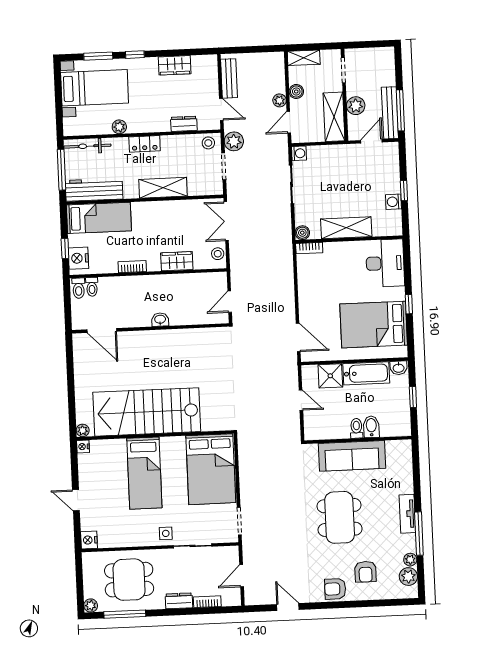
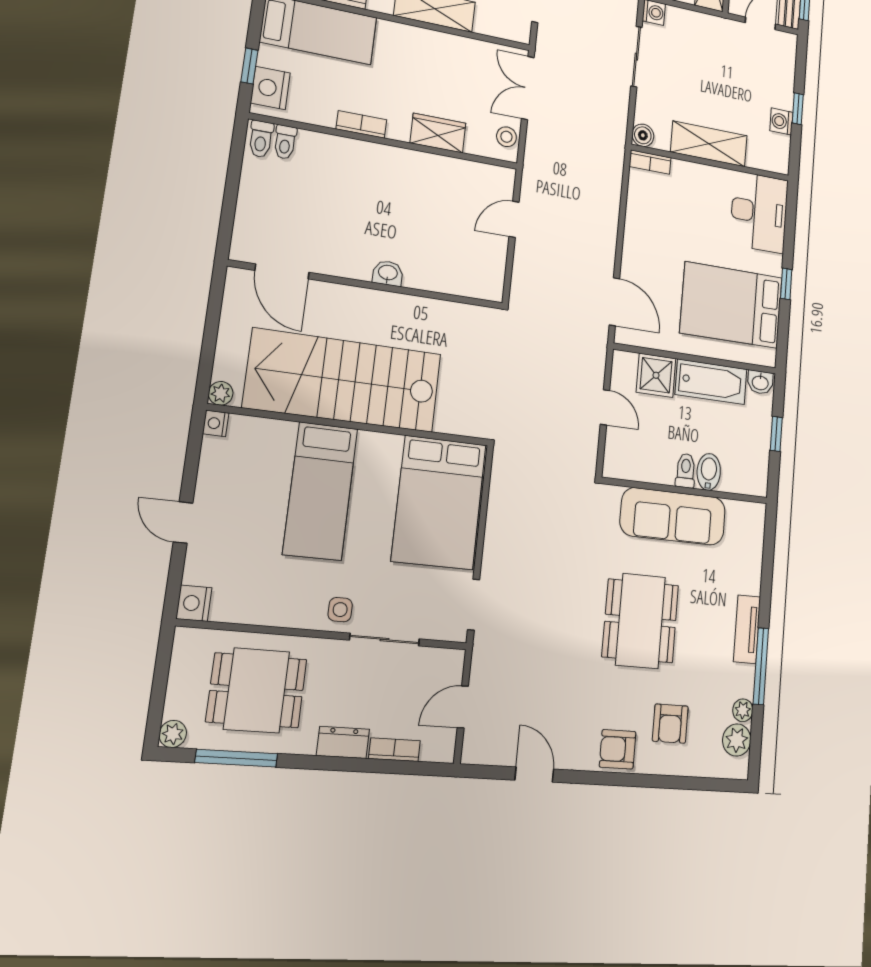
washbasin: (160, 320) -> (388, 273), moved
wall: (150, 328) -> (369, 285), moved
door: (102, 331) -> (282, 271), moved

